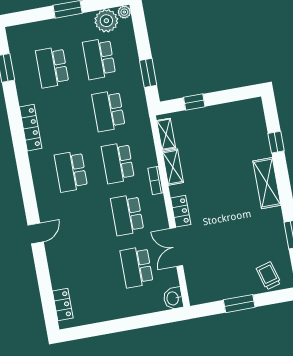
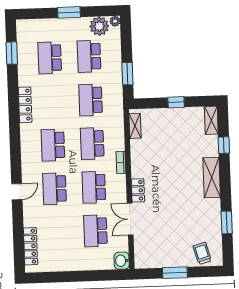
window: (194, 102) -> (176, 102), moved
shelving: (173, 167) -> (211, 120), moved
school desk: (80, 223) -> (54, 189), added
locker: (63, 304) -> (30, 246), width x1.53

